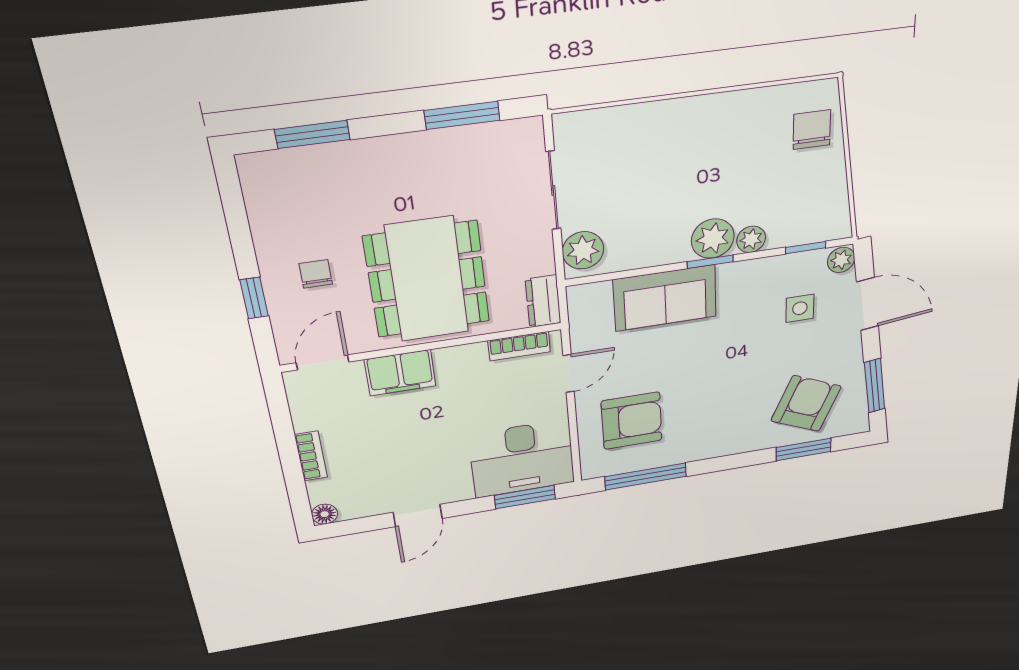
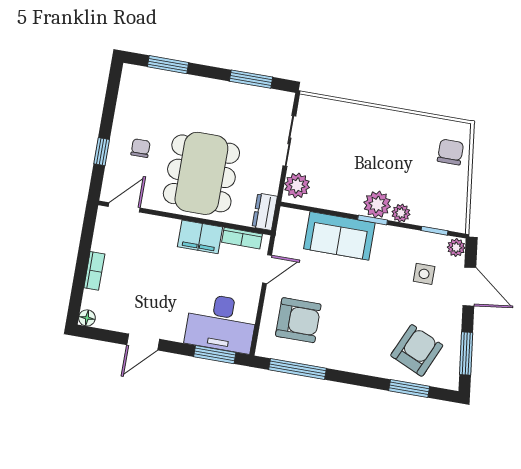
filing cabinet: (400, 373) -> (200, 237), moved

